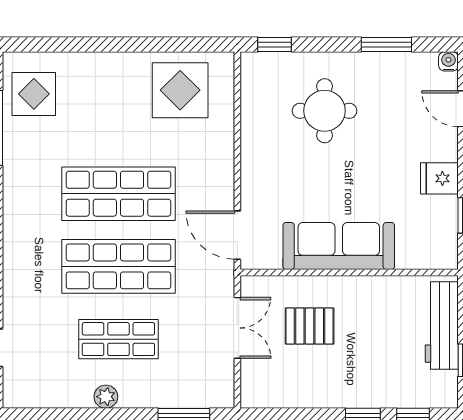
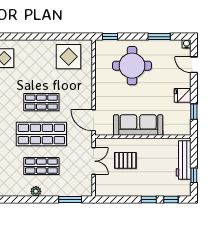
round table: (325, 111) -> (132, 66), width x1.36, depth x1.36
shop shelf: (118, 194) -> (41, 102), width x0.70, depth x0.74

